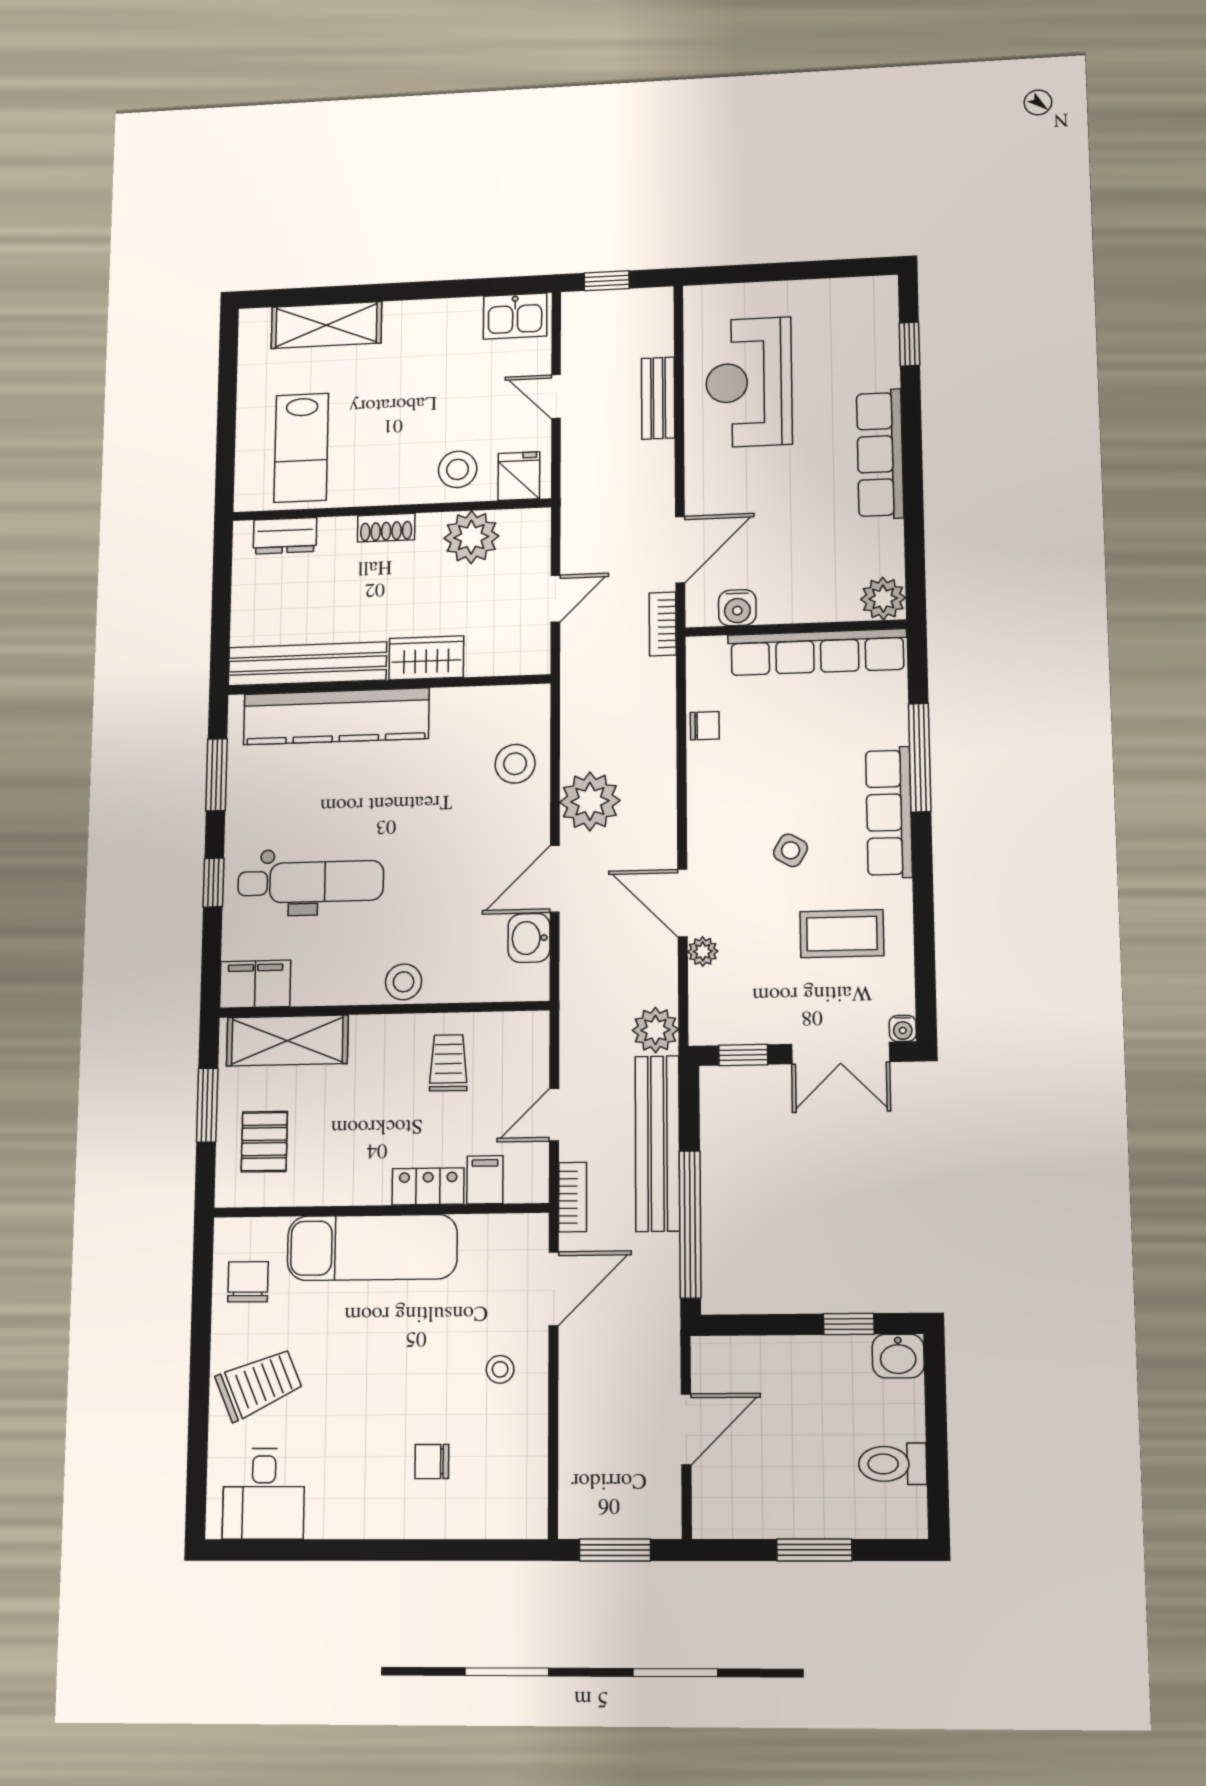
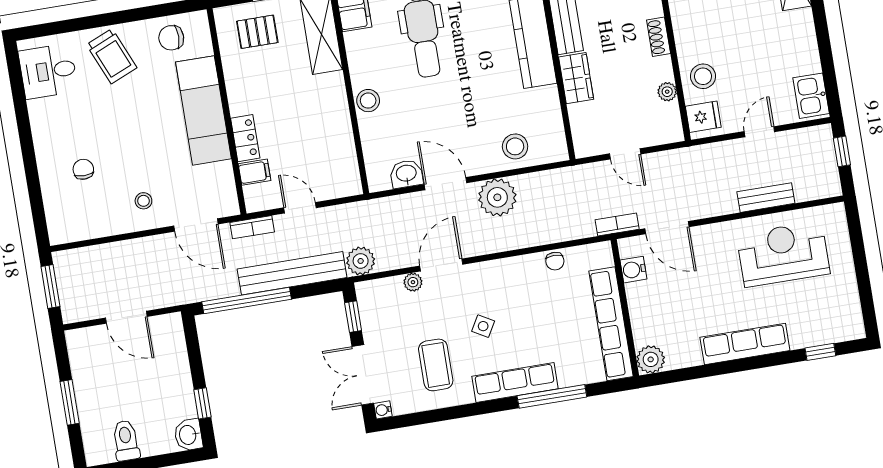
plant: (471, 537) -> (667, 92), width x0.53, depth x0.53
trolley: (448, 1063) -> (322, 137), removed
chair: (248, 1282) -> (171, 38), turned 180

